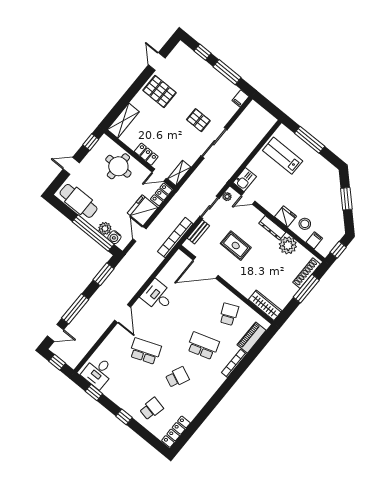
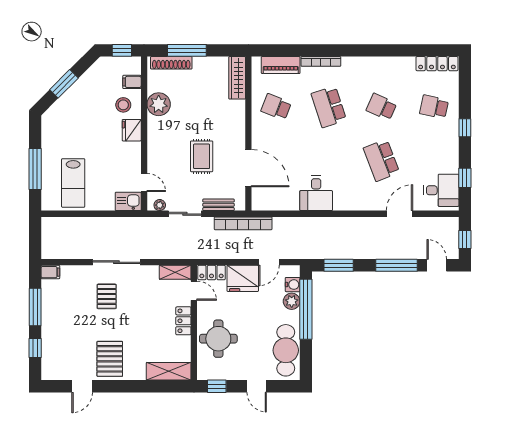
dresser: (272, 228) -> (154, 134), removed
door: (123, 314) -> (400, 214), moved
school desk: (229, 314) -> (276, 107), turned 45

